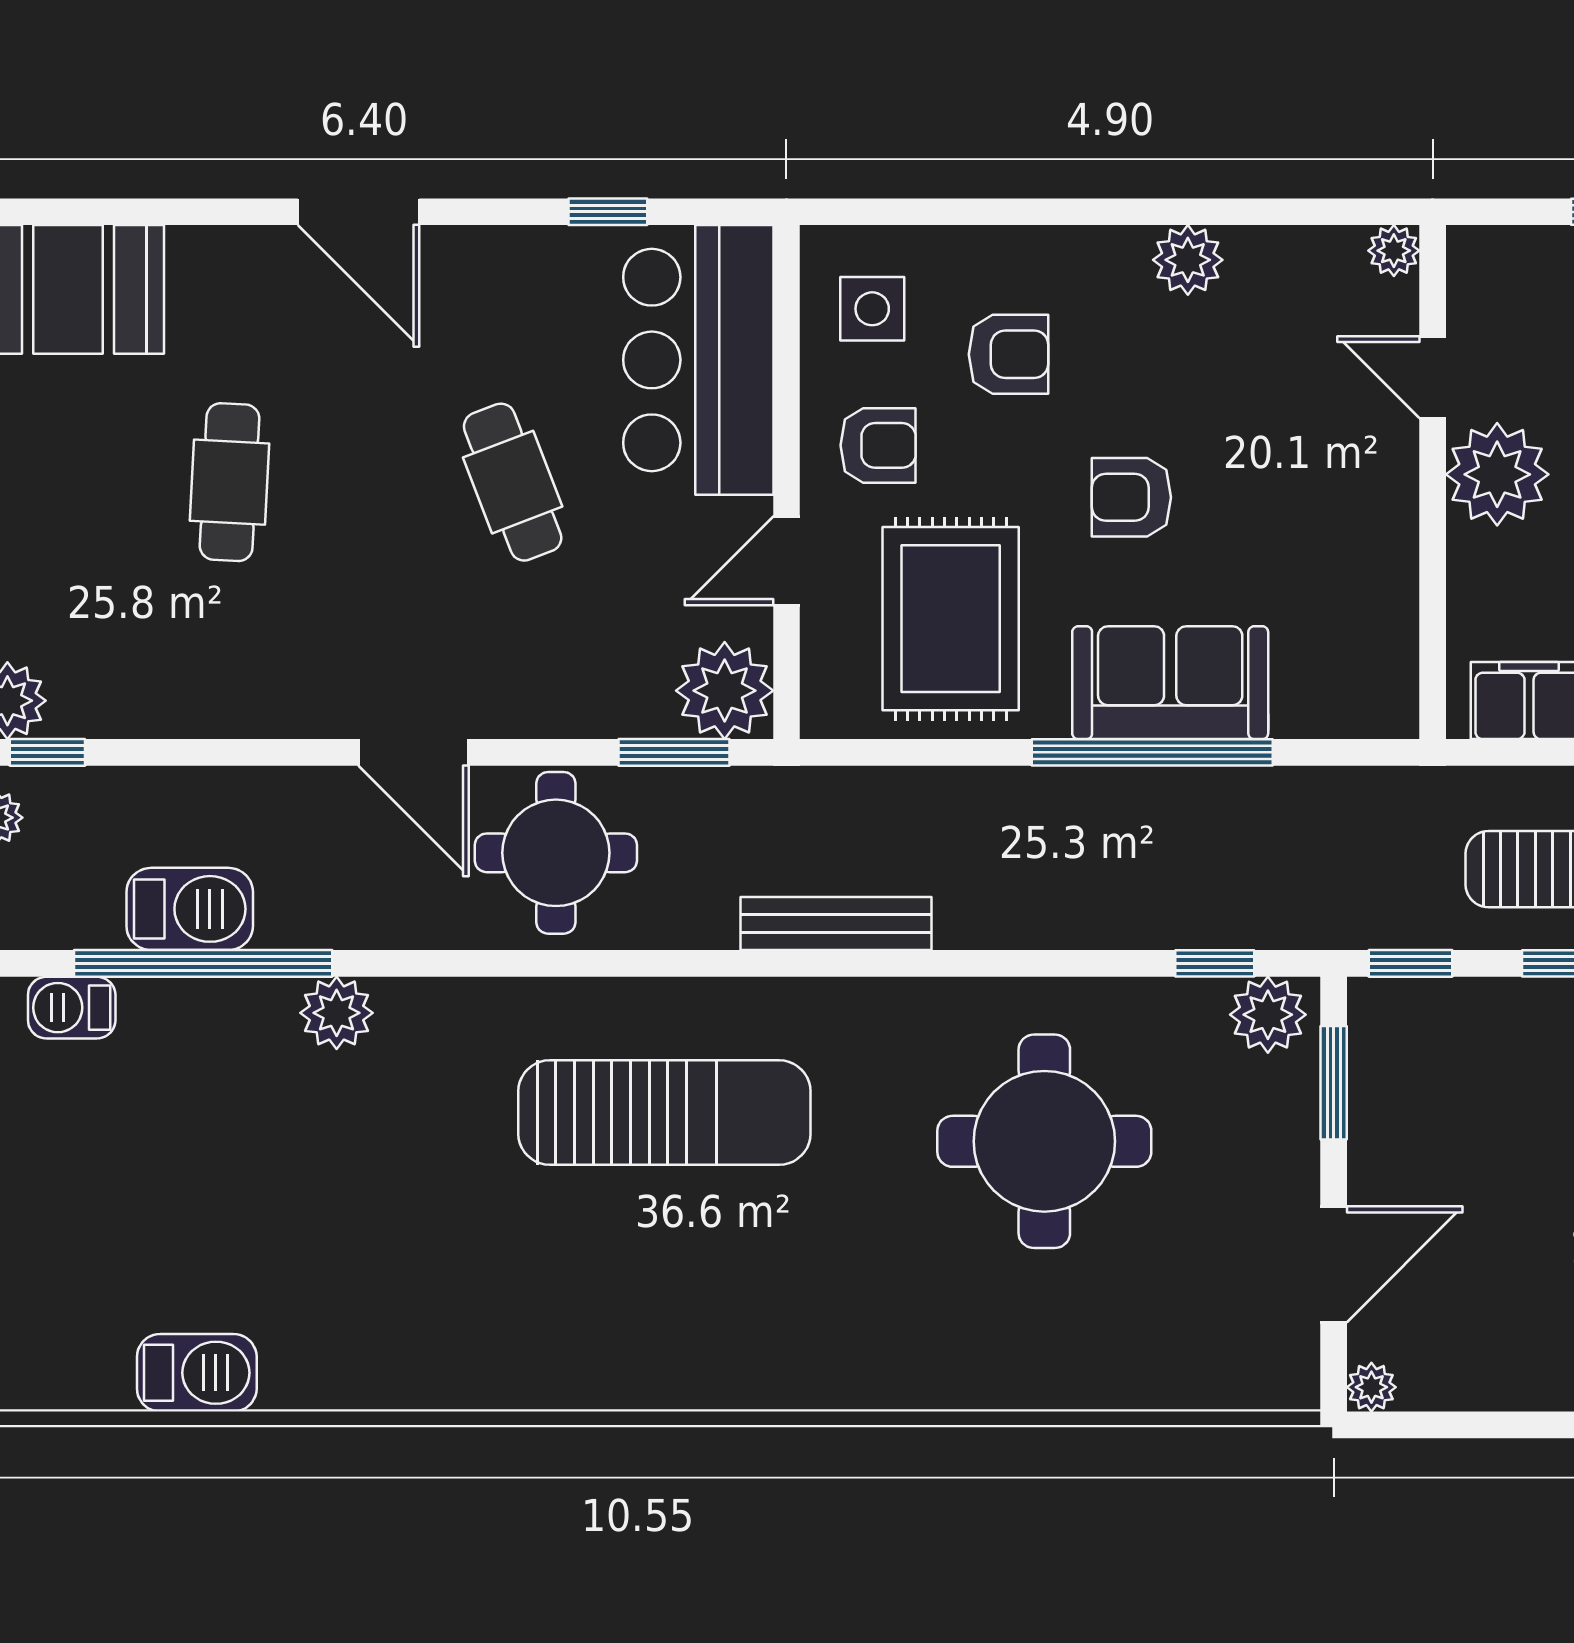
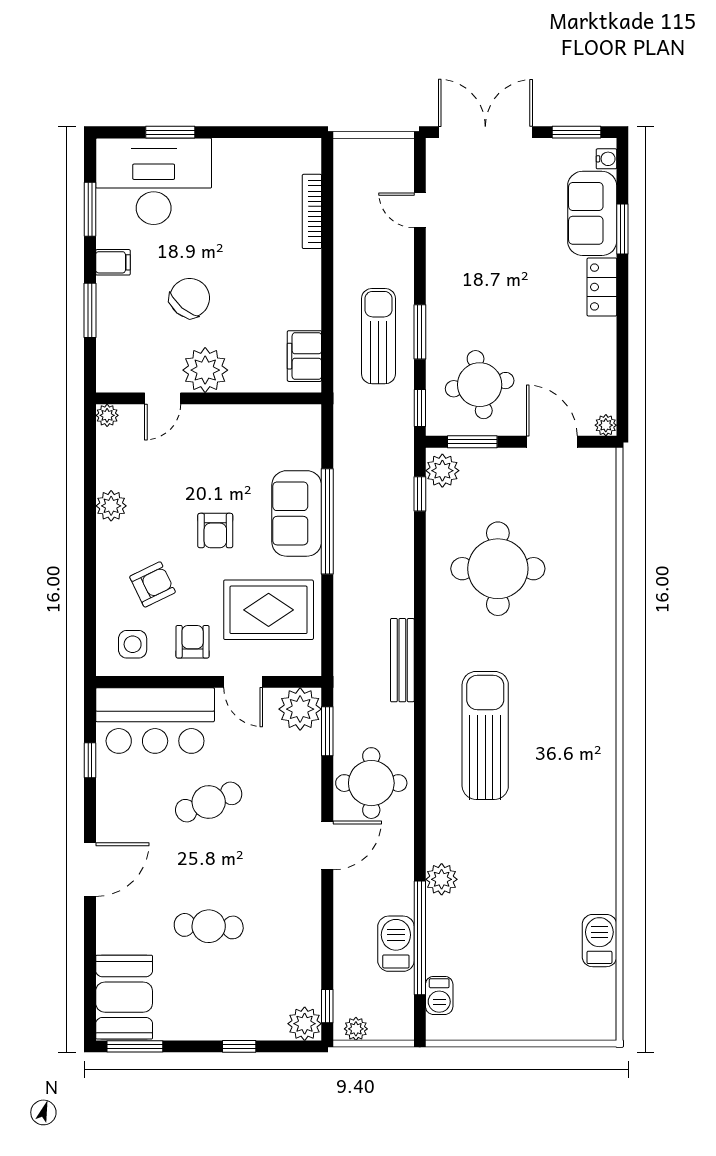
armchair: (1008, 354) -> (153, 584), turned 64
round table: (1464, 1100) -> (480, 385), added

